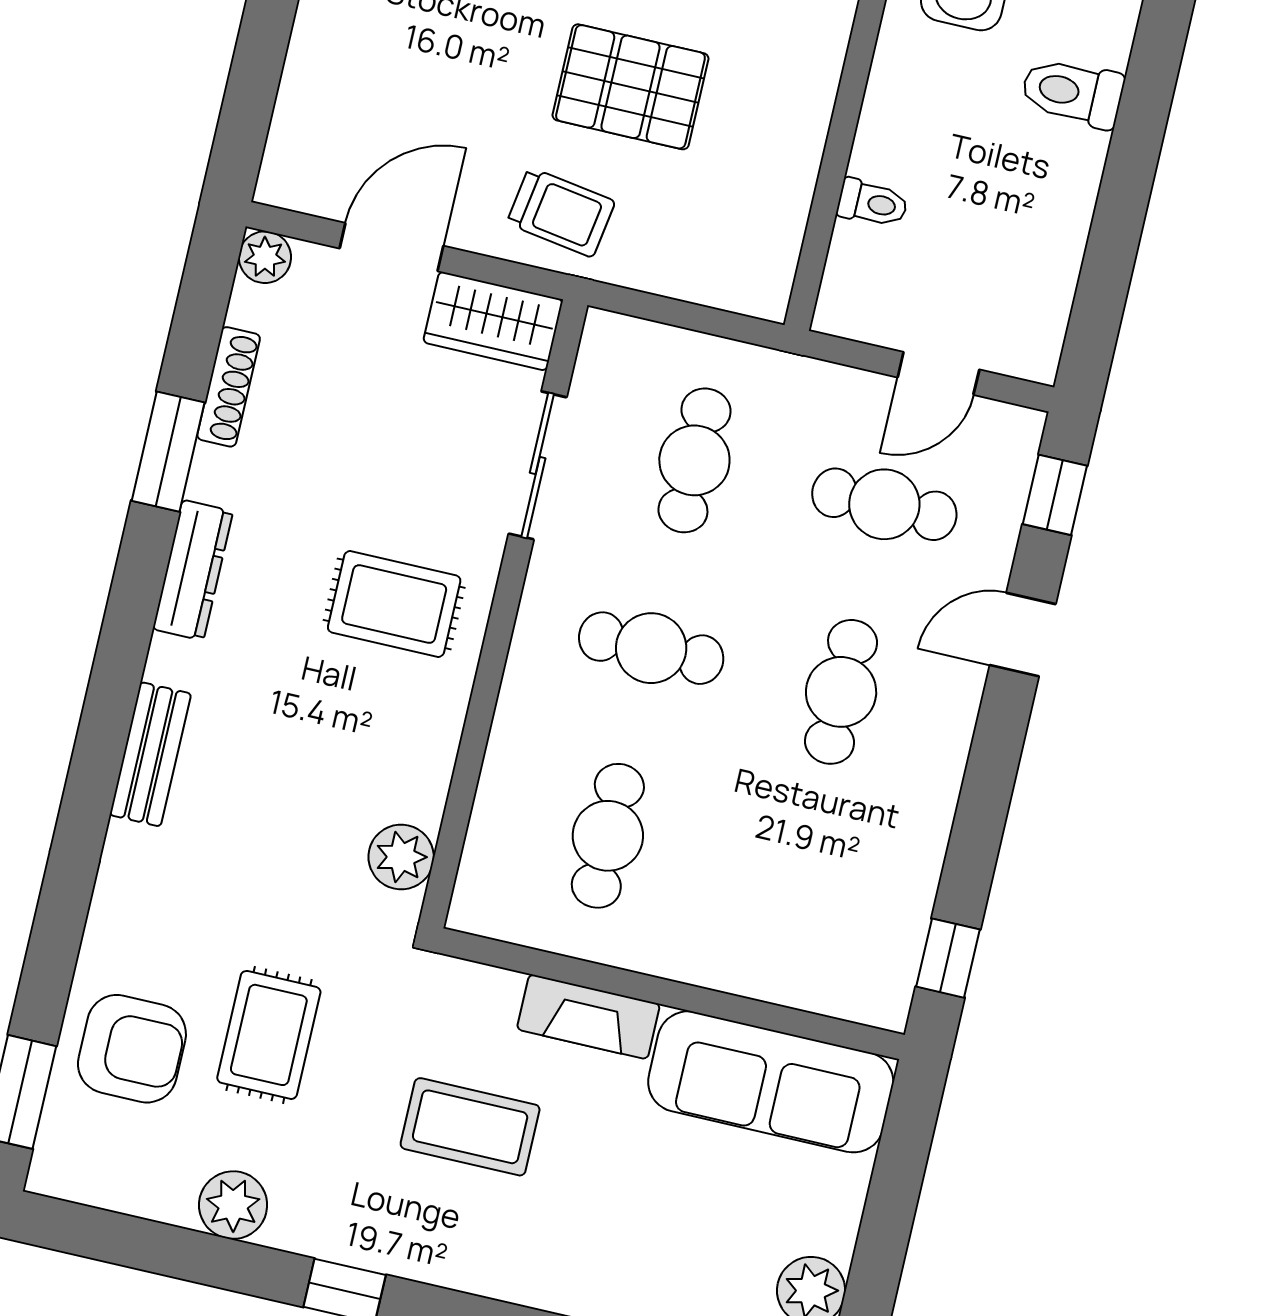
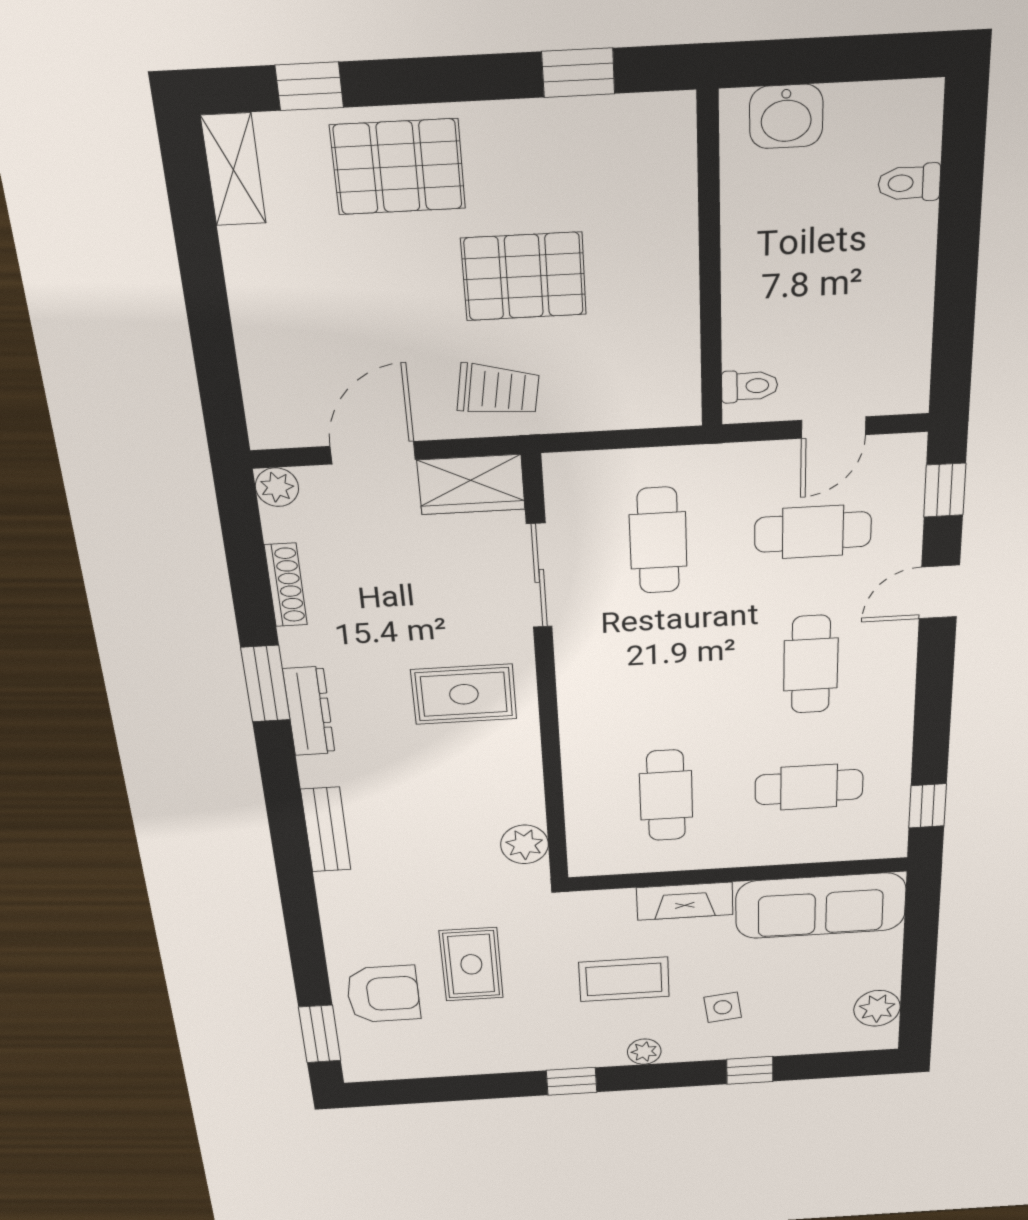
toilet: (1072, 92) -> (909, 183), width x0.73, depth x0.72
toilet: (872, 203) -> (750, 386), moved
window: (168, 452) -> (266, 684), moved
cafe table: (651, 648) -> (809, 787), moved
plant: (233, 1205) -> (644, 1052), moved, width x0.73, depth x0.73
side table: (594, 1220) -> (723, 1007), added

